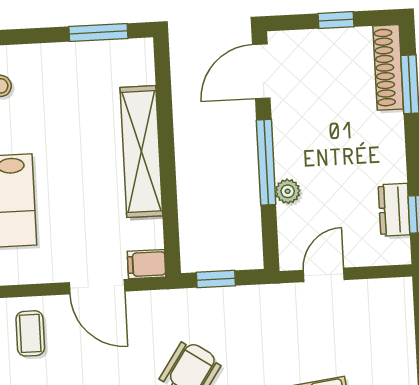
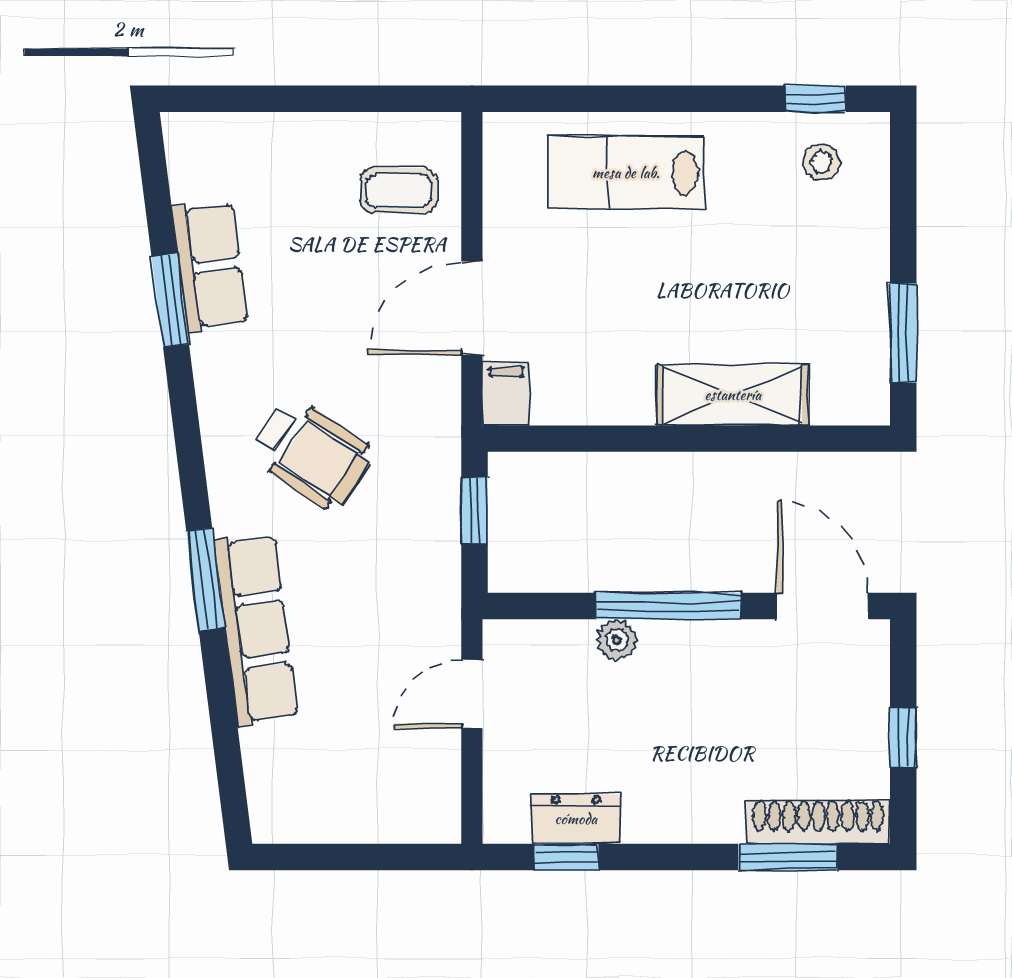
shelving: (141, 152) -> (733, 395), width x0.68
door: (324, 275) -> (472, 694), swing flipped

